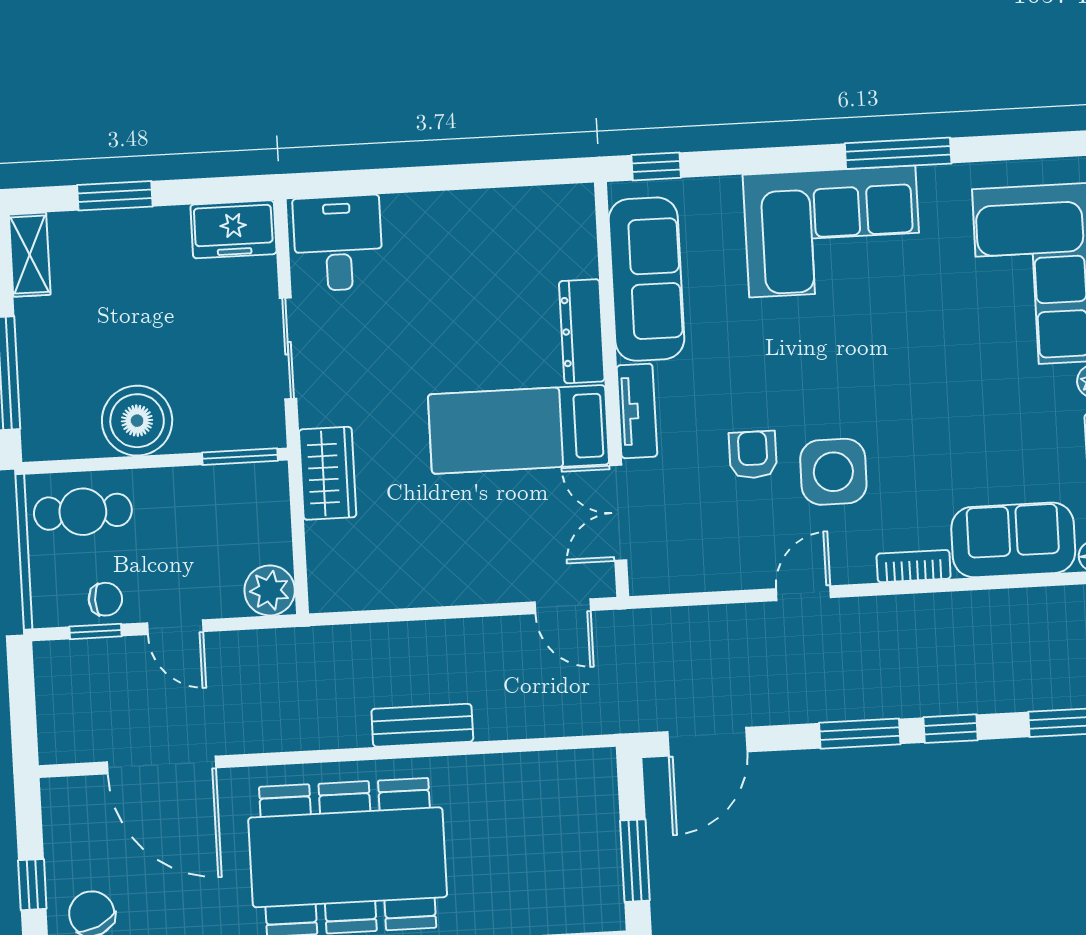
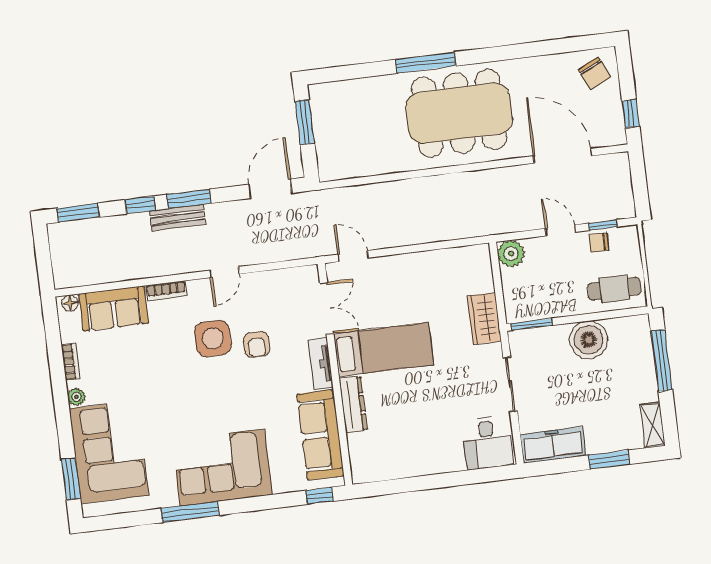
freezer: (233, 229) -> (553, 445), width x1.40
bench: (422, 725) -> (177, 218), moved
window: (32, 885) -> (631, 114), moved

